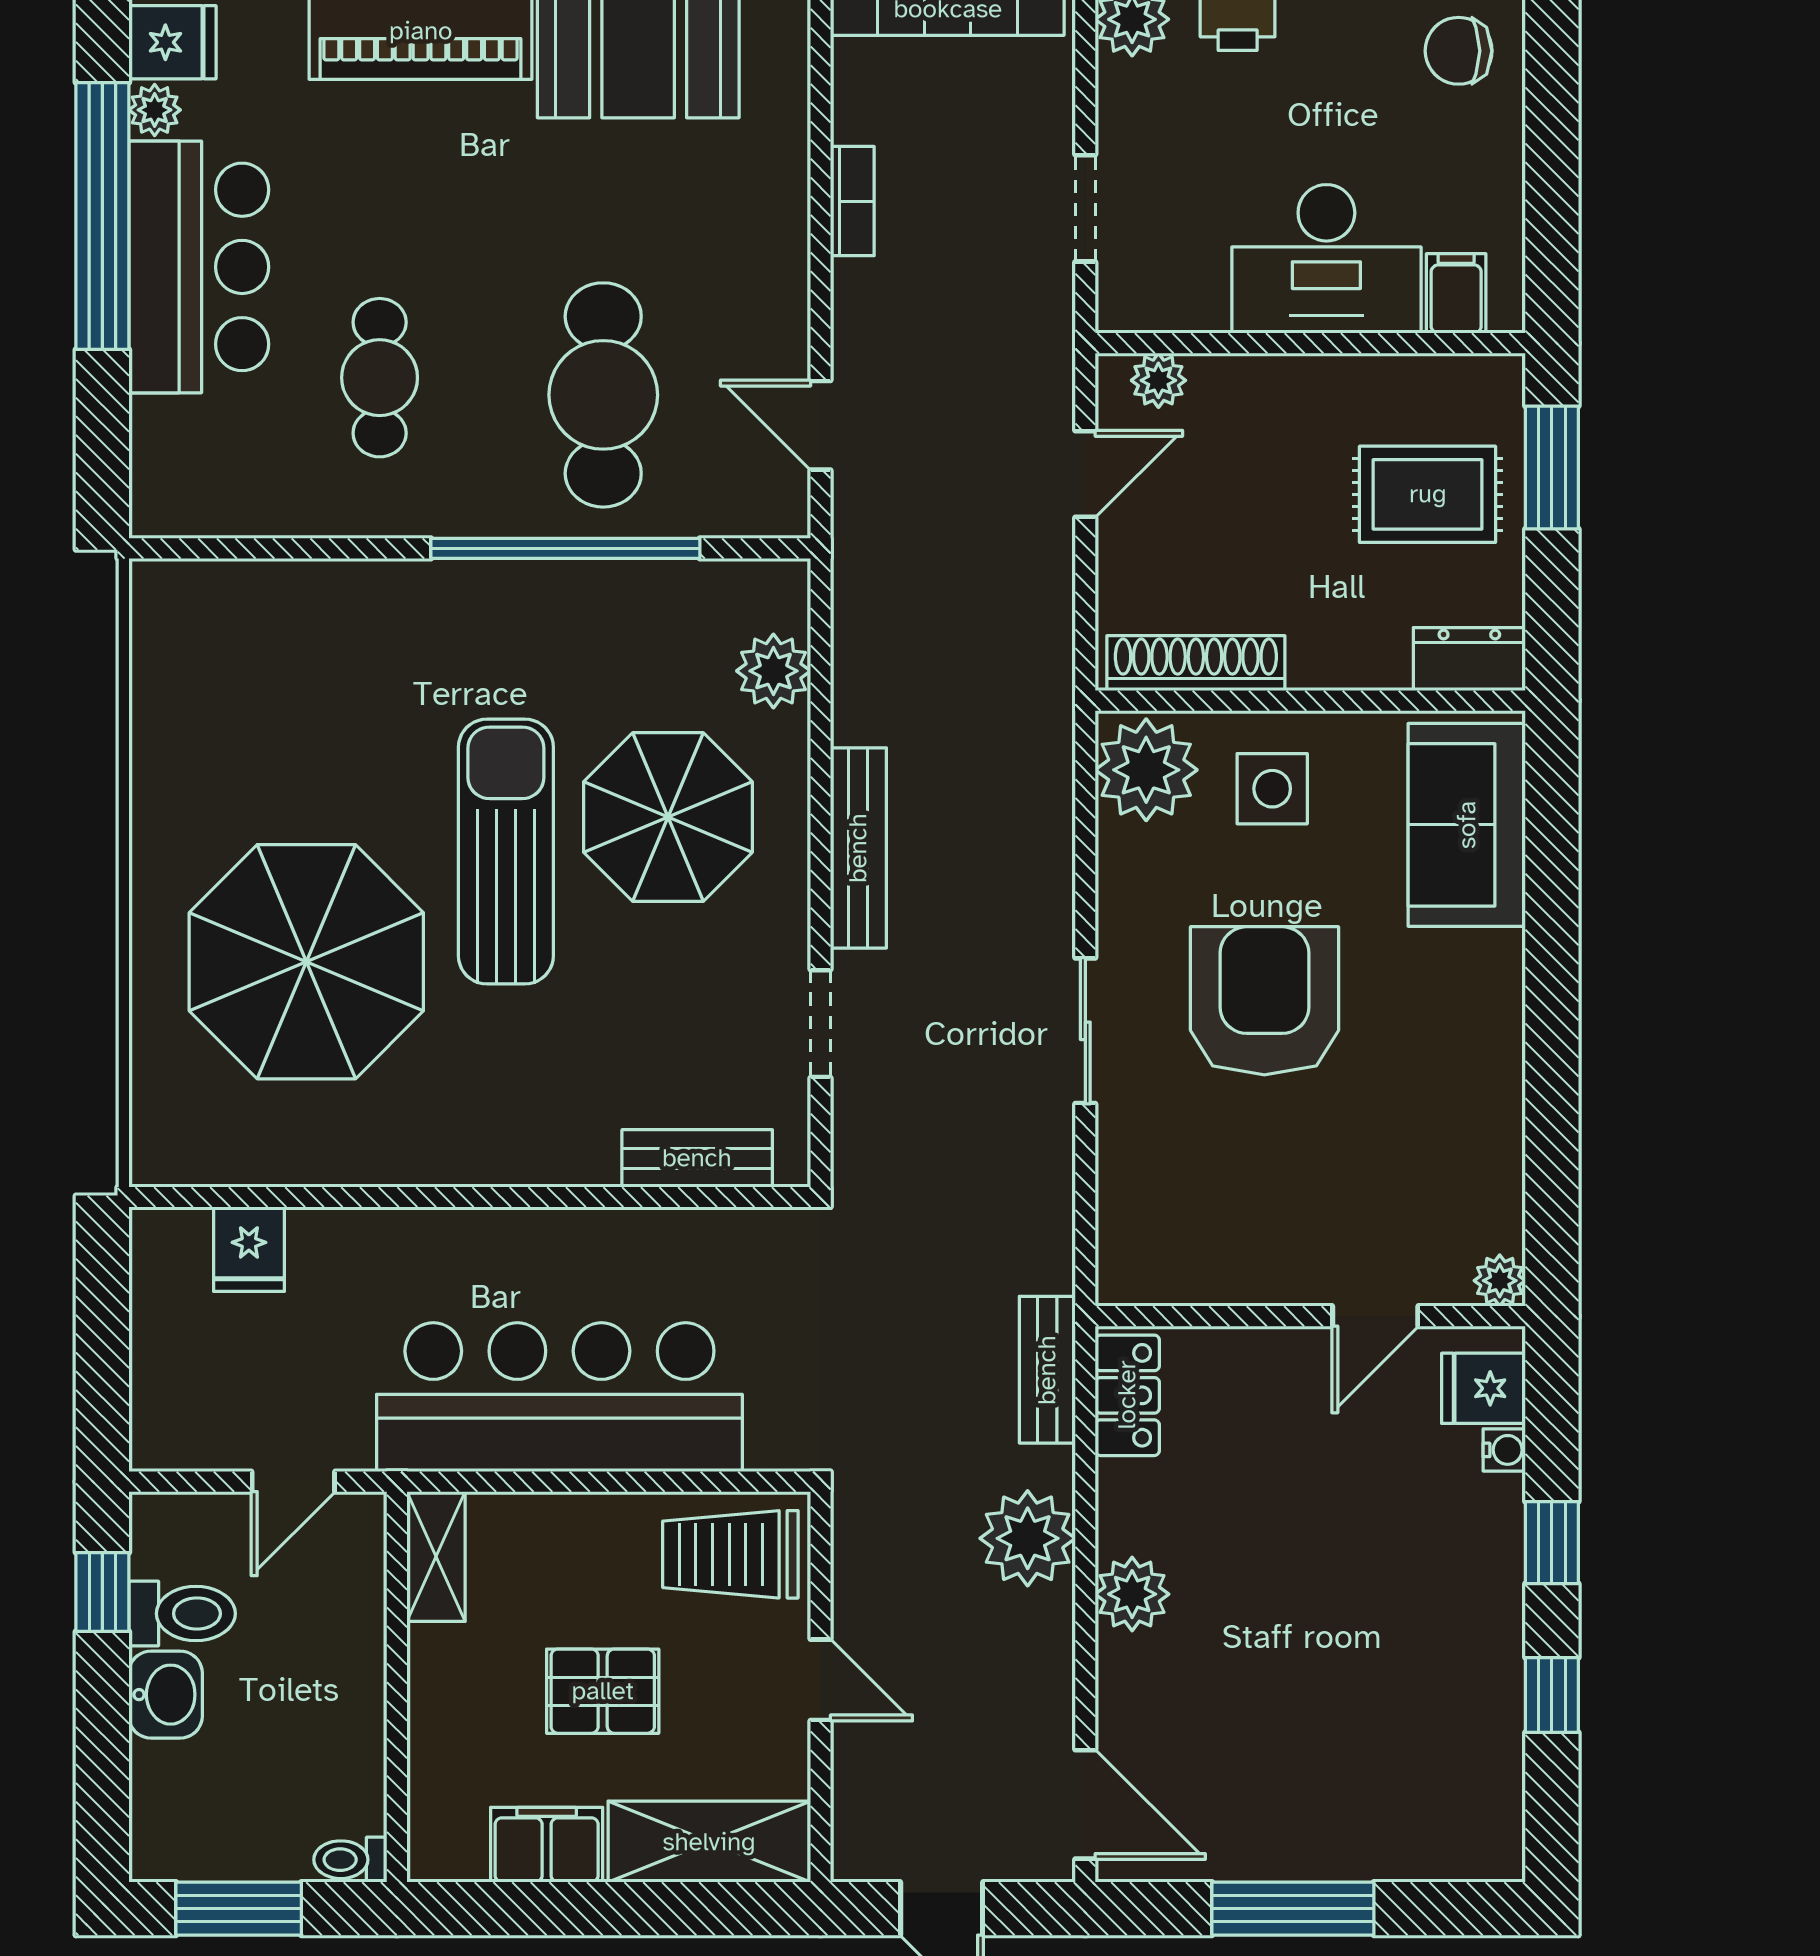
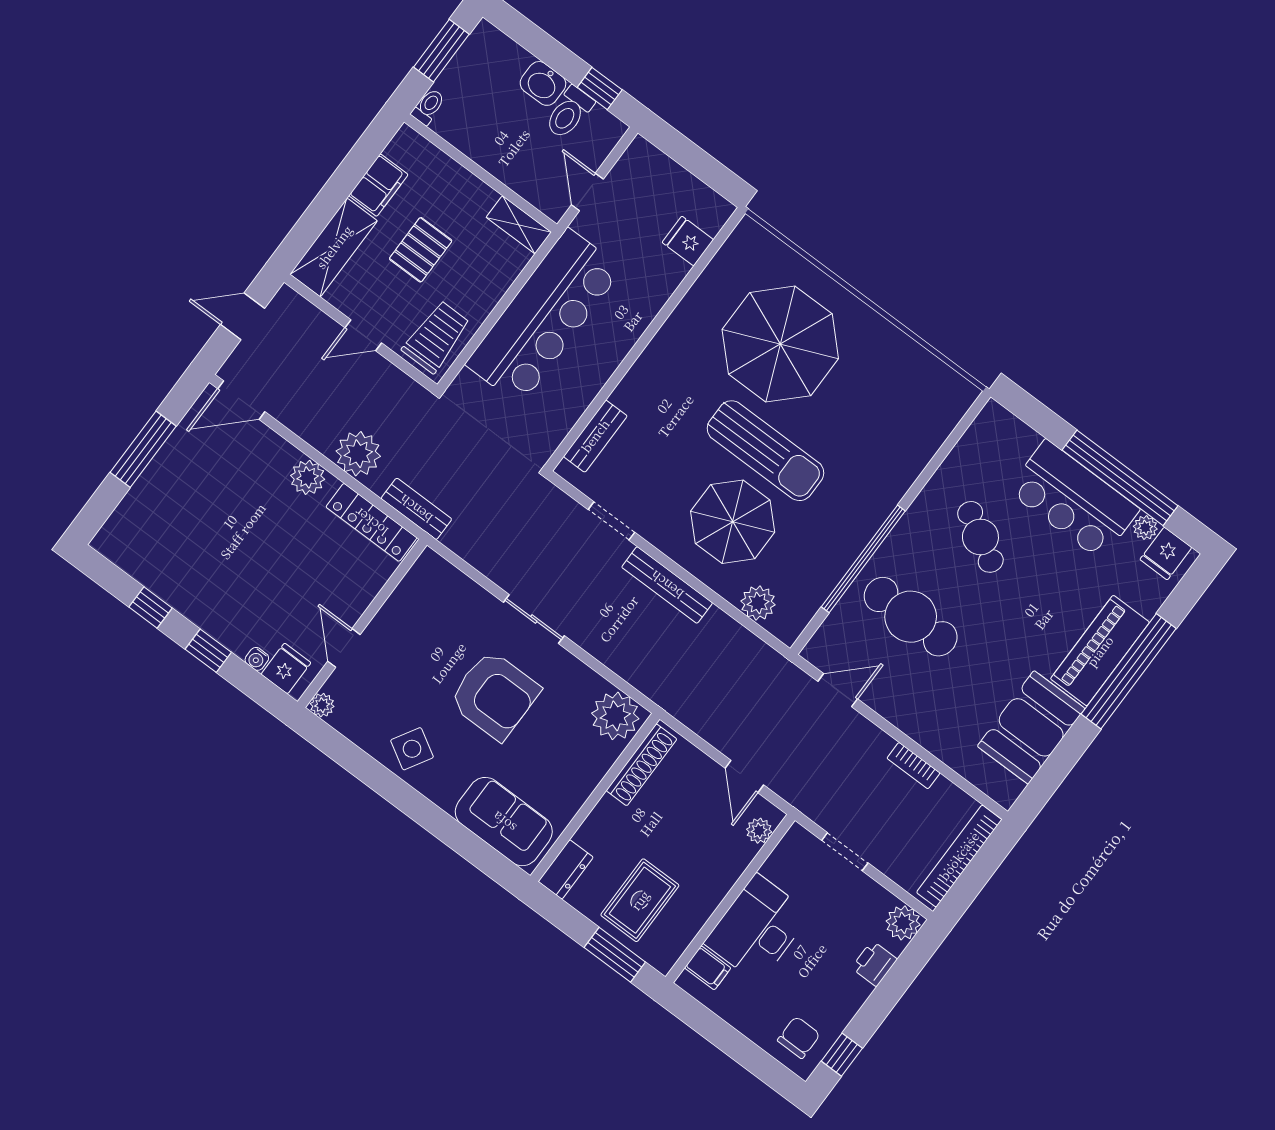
cafe table: (380, 378) -> (980, 537), turned 30
side table: (1272, 789) -> (412, 749), moved, turned 30
locker: (1127, 1395) -> (371, 522), width x1.53

